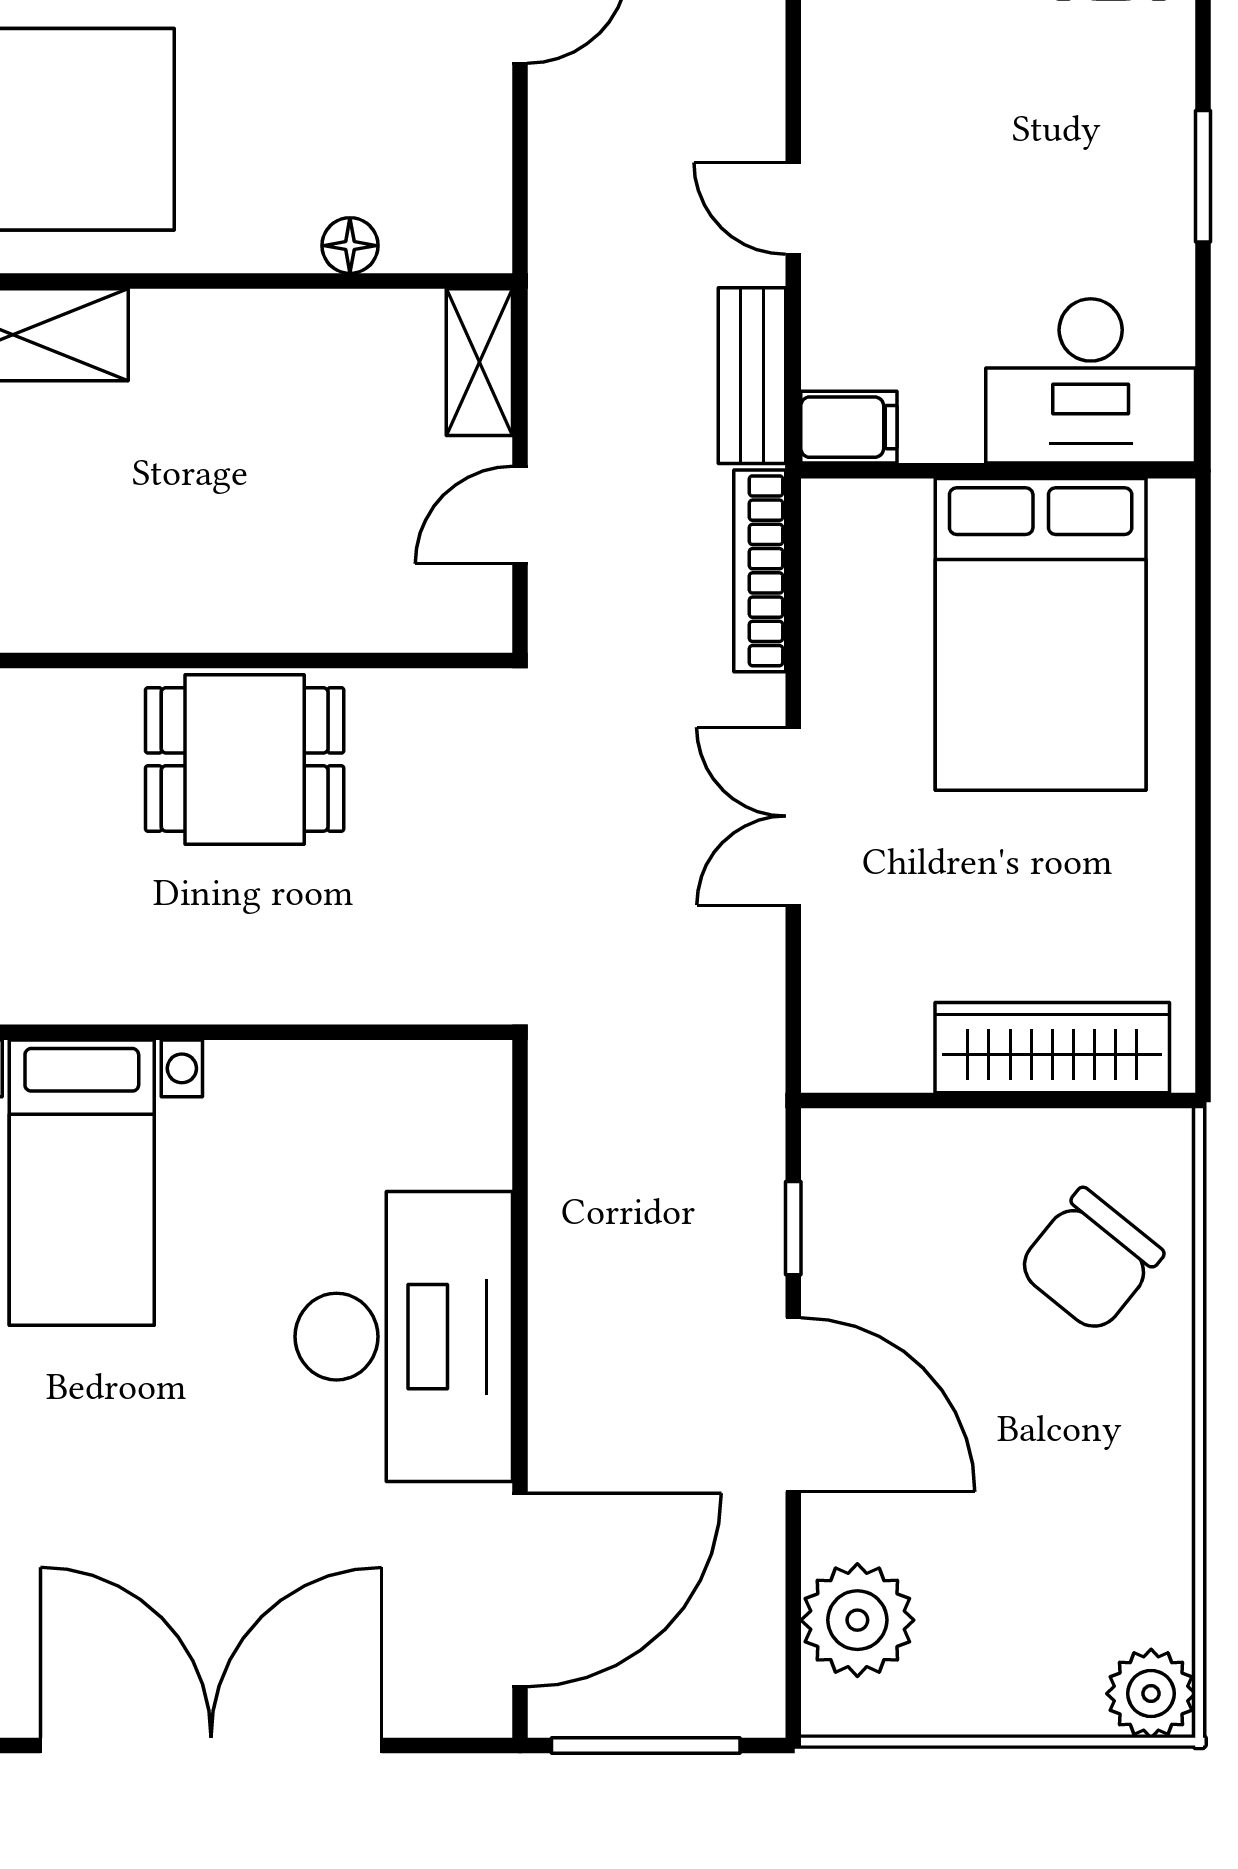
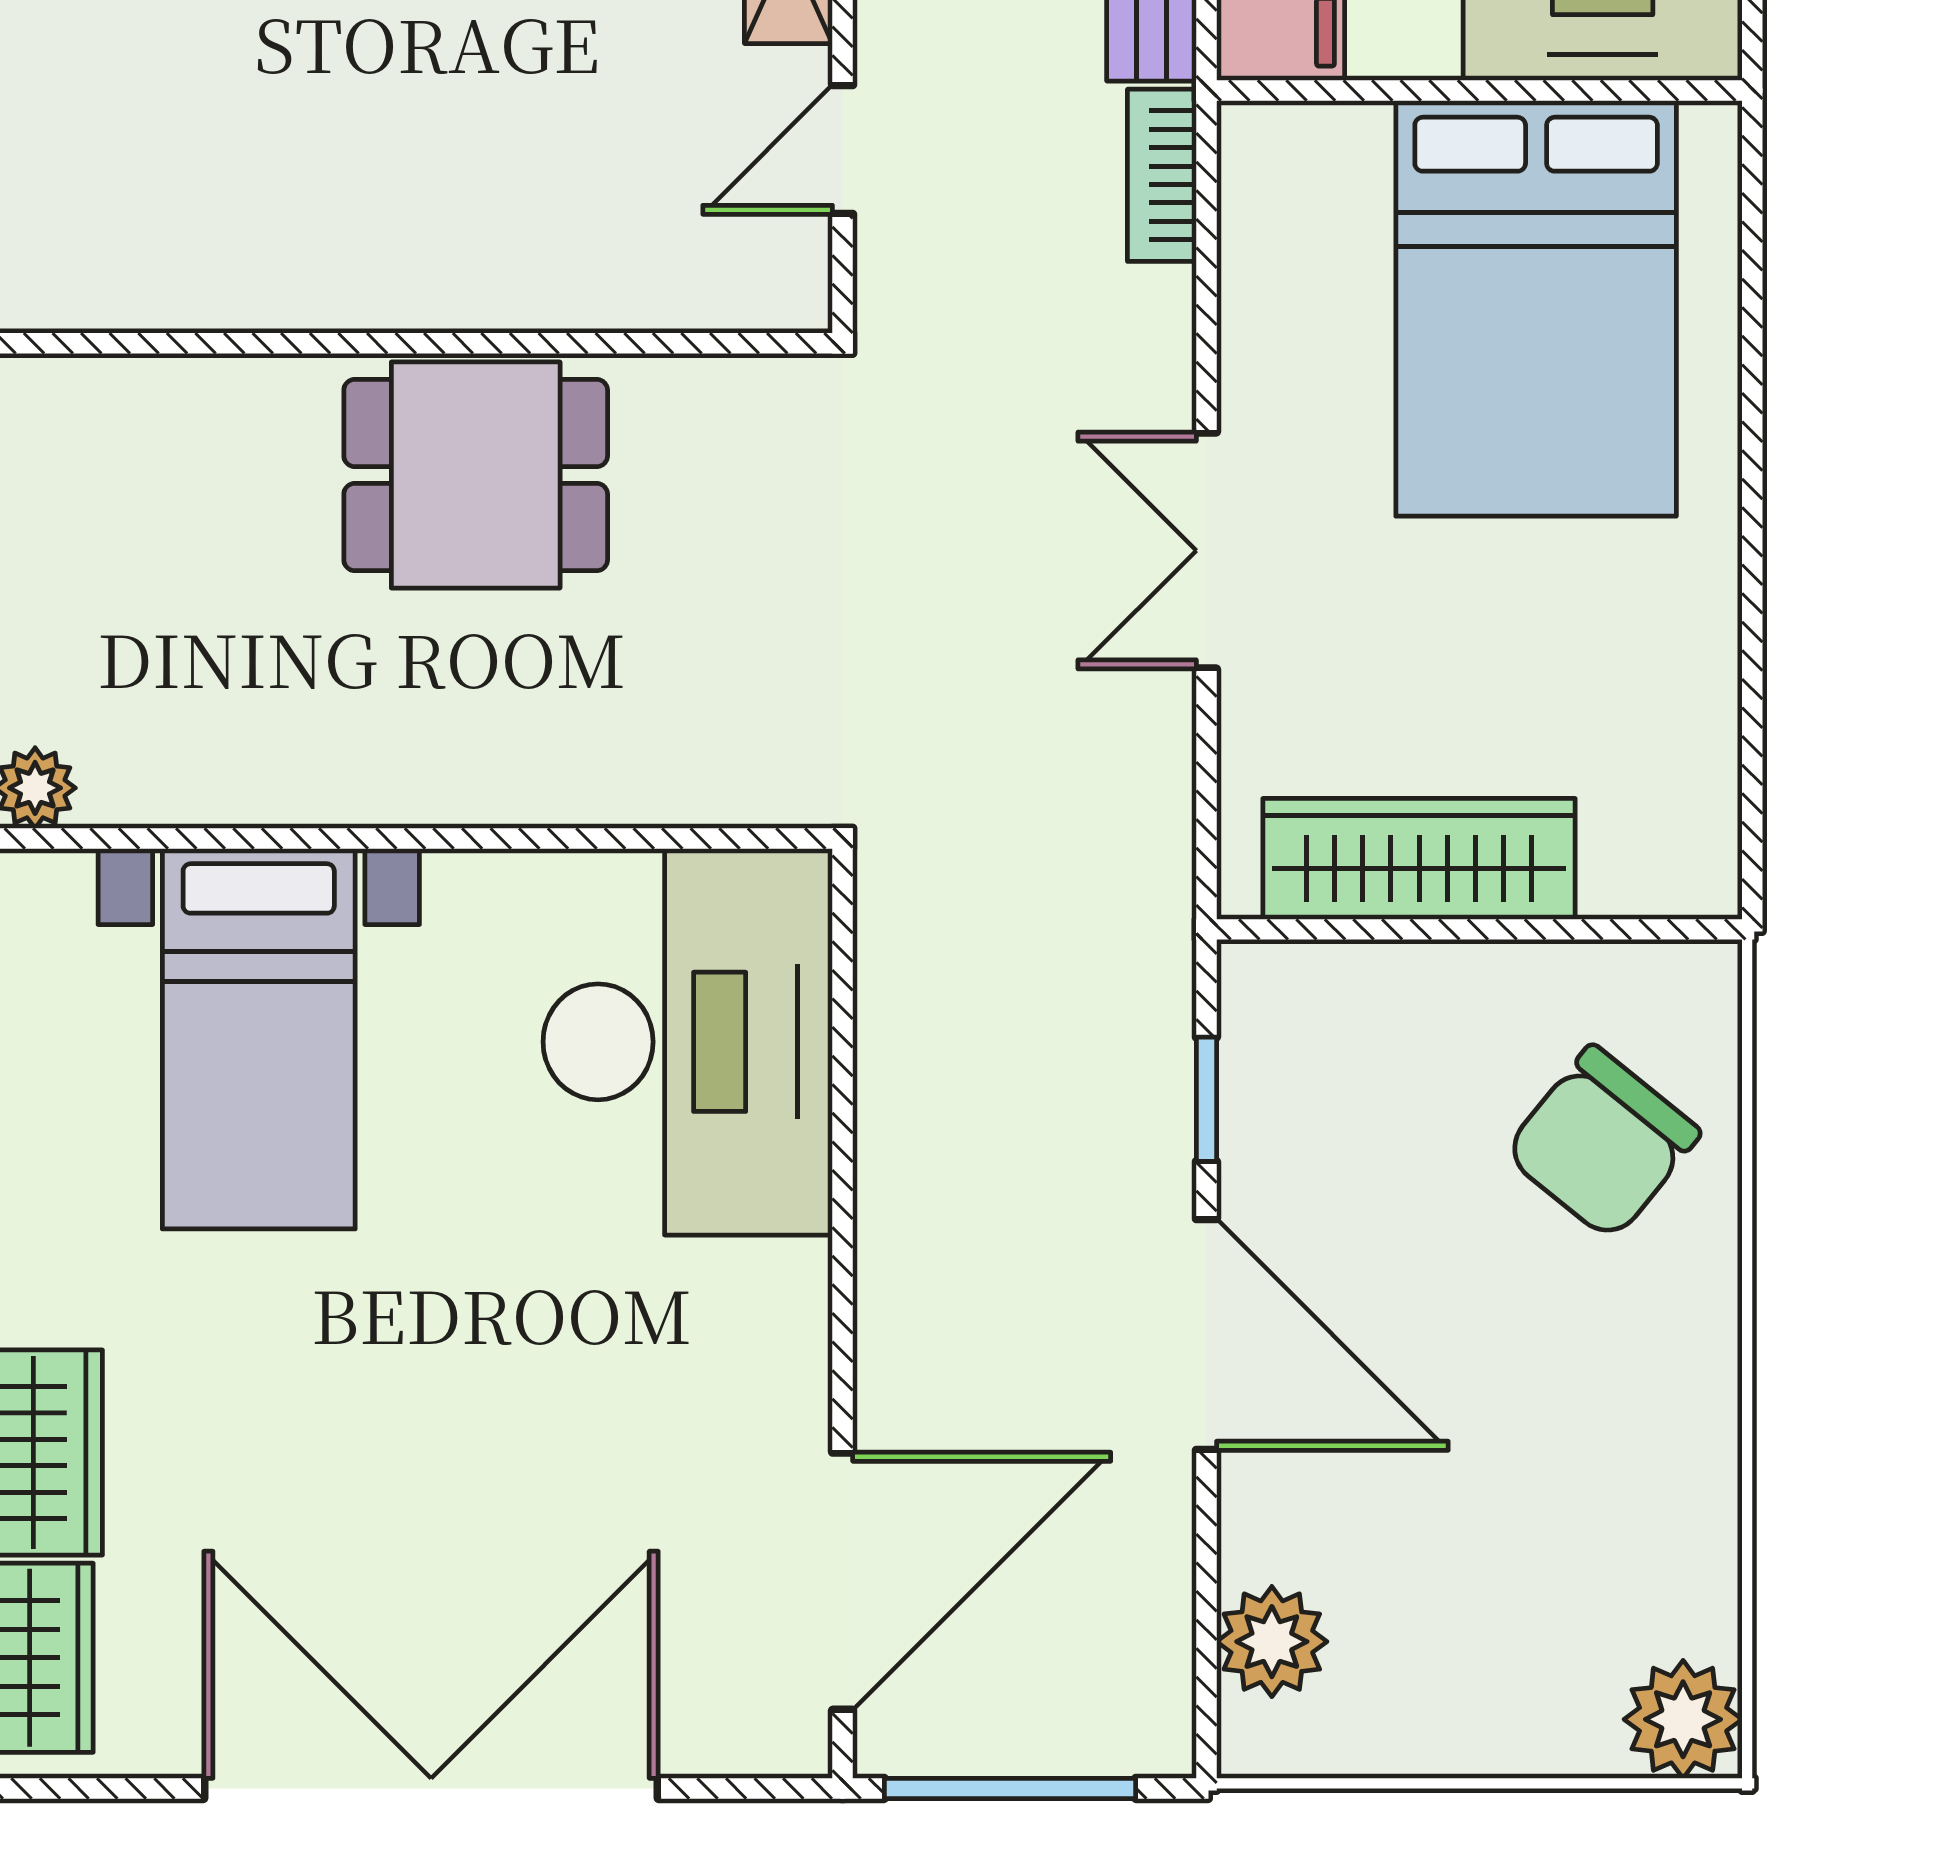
bookcase: (760, 571) -> (1162, 175), width x0.64
wardrobe: (1052, 1048) -> (1419, 859), moved
desk: (404, 1337) -> (688, 1042), moved
plant: (857, 1620) -> (1272, 1642), width x0.73, depth x0.73

